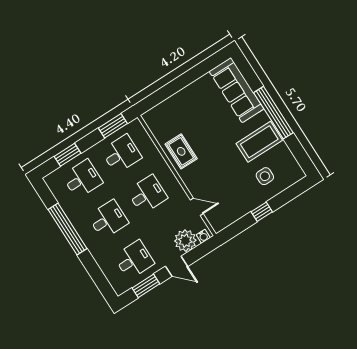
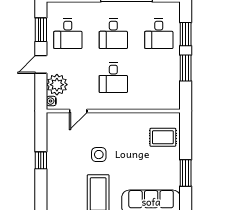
window: (191, 76) -> (186, 173), added
window: (113, 126) -> (186, 68), moved
rug: (181, 151) -> (163, 137), moved
desk: (121, 154) -> (159, 78), removed
side table: (265, 176) -> (99, 155), moved

